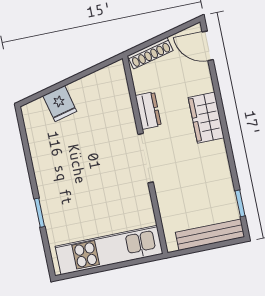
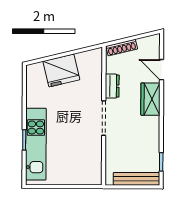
door: (208, 46) -> (162, 70), moved
fridge: (60, 104) -> (61, 70), width x1.88, depth x1.34
kitchen unit: (109, 250) -> (36, 144), moved, turned 90

